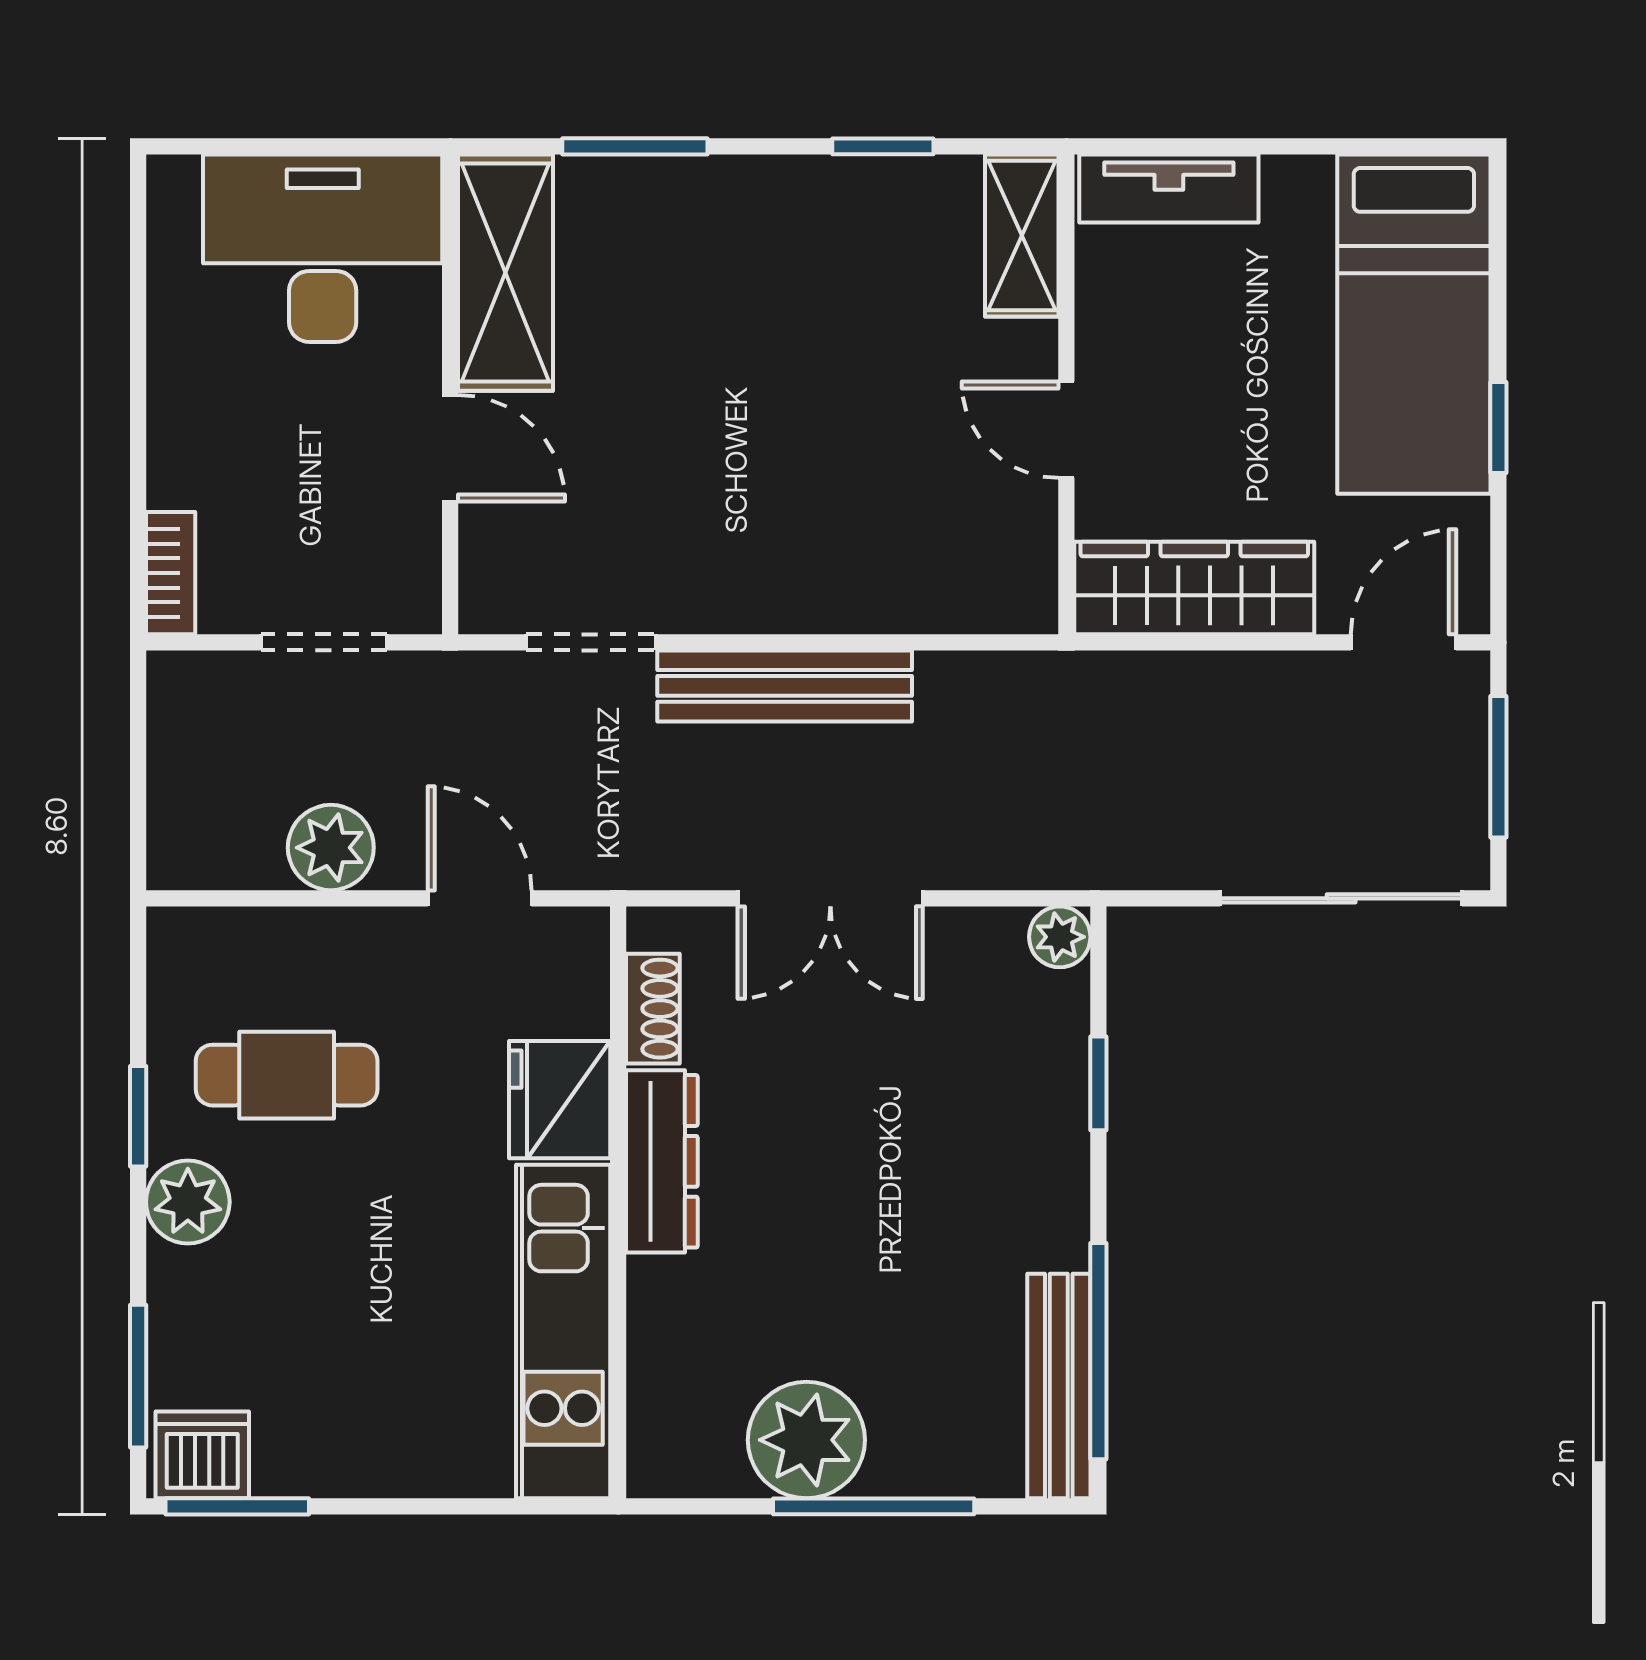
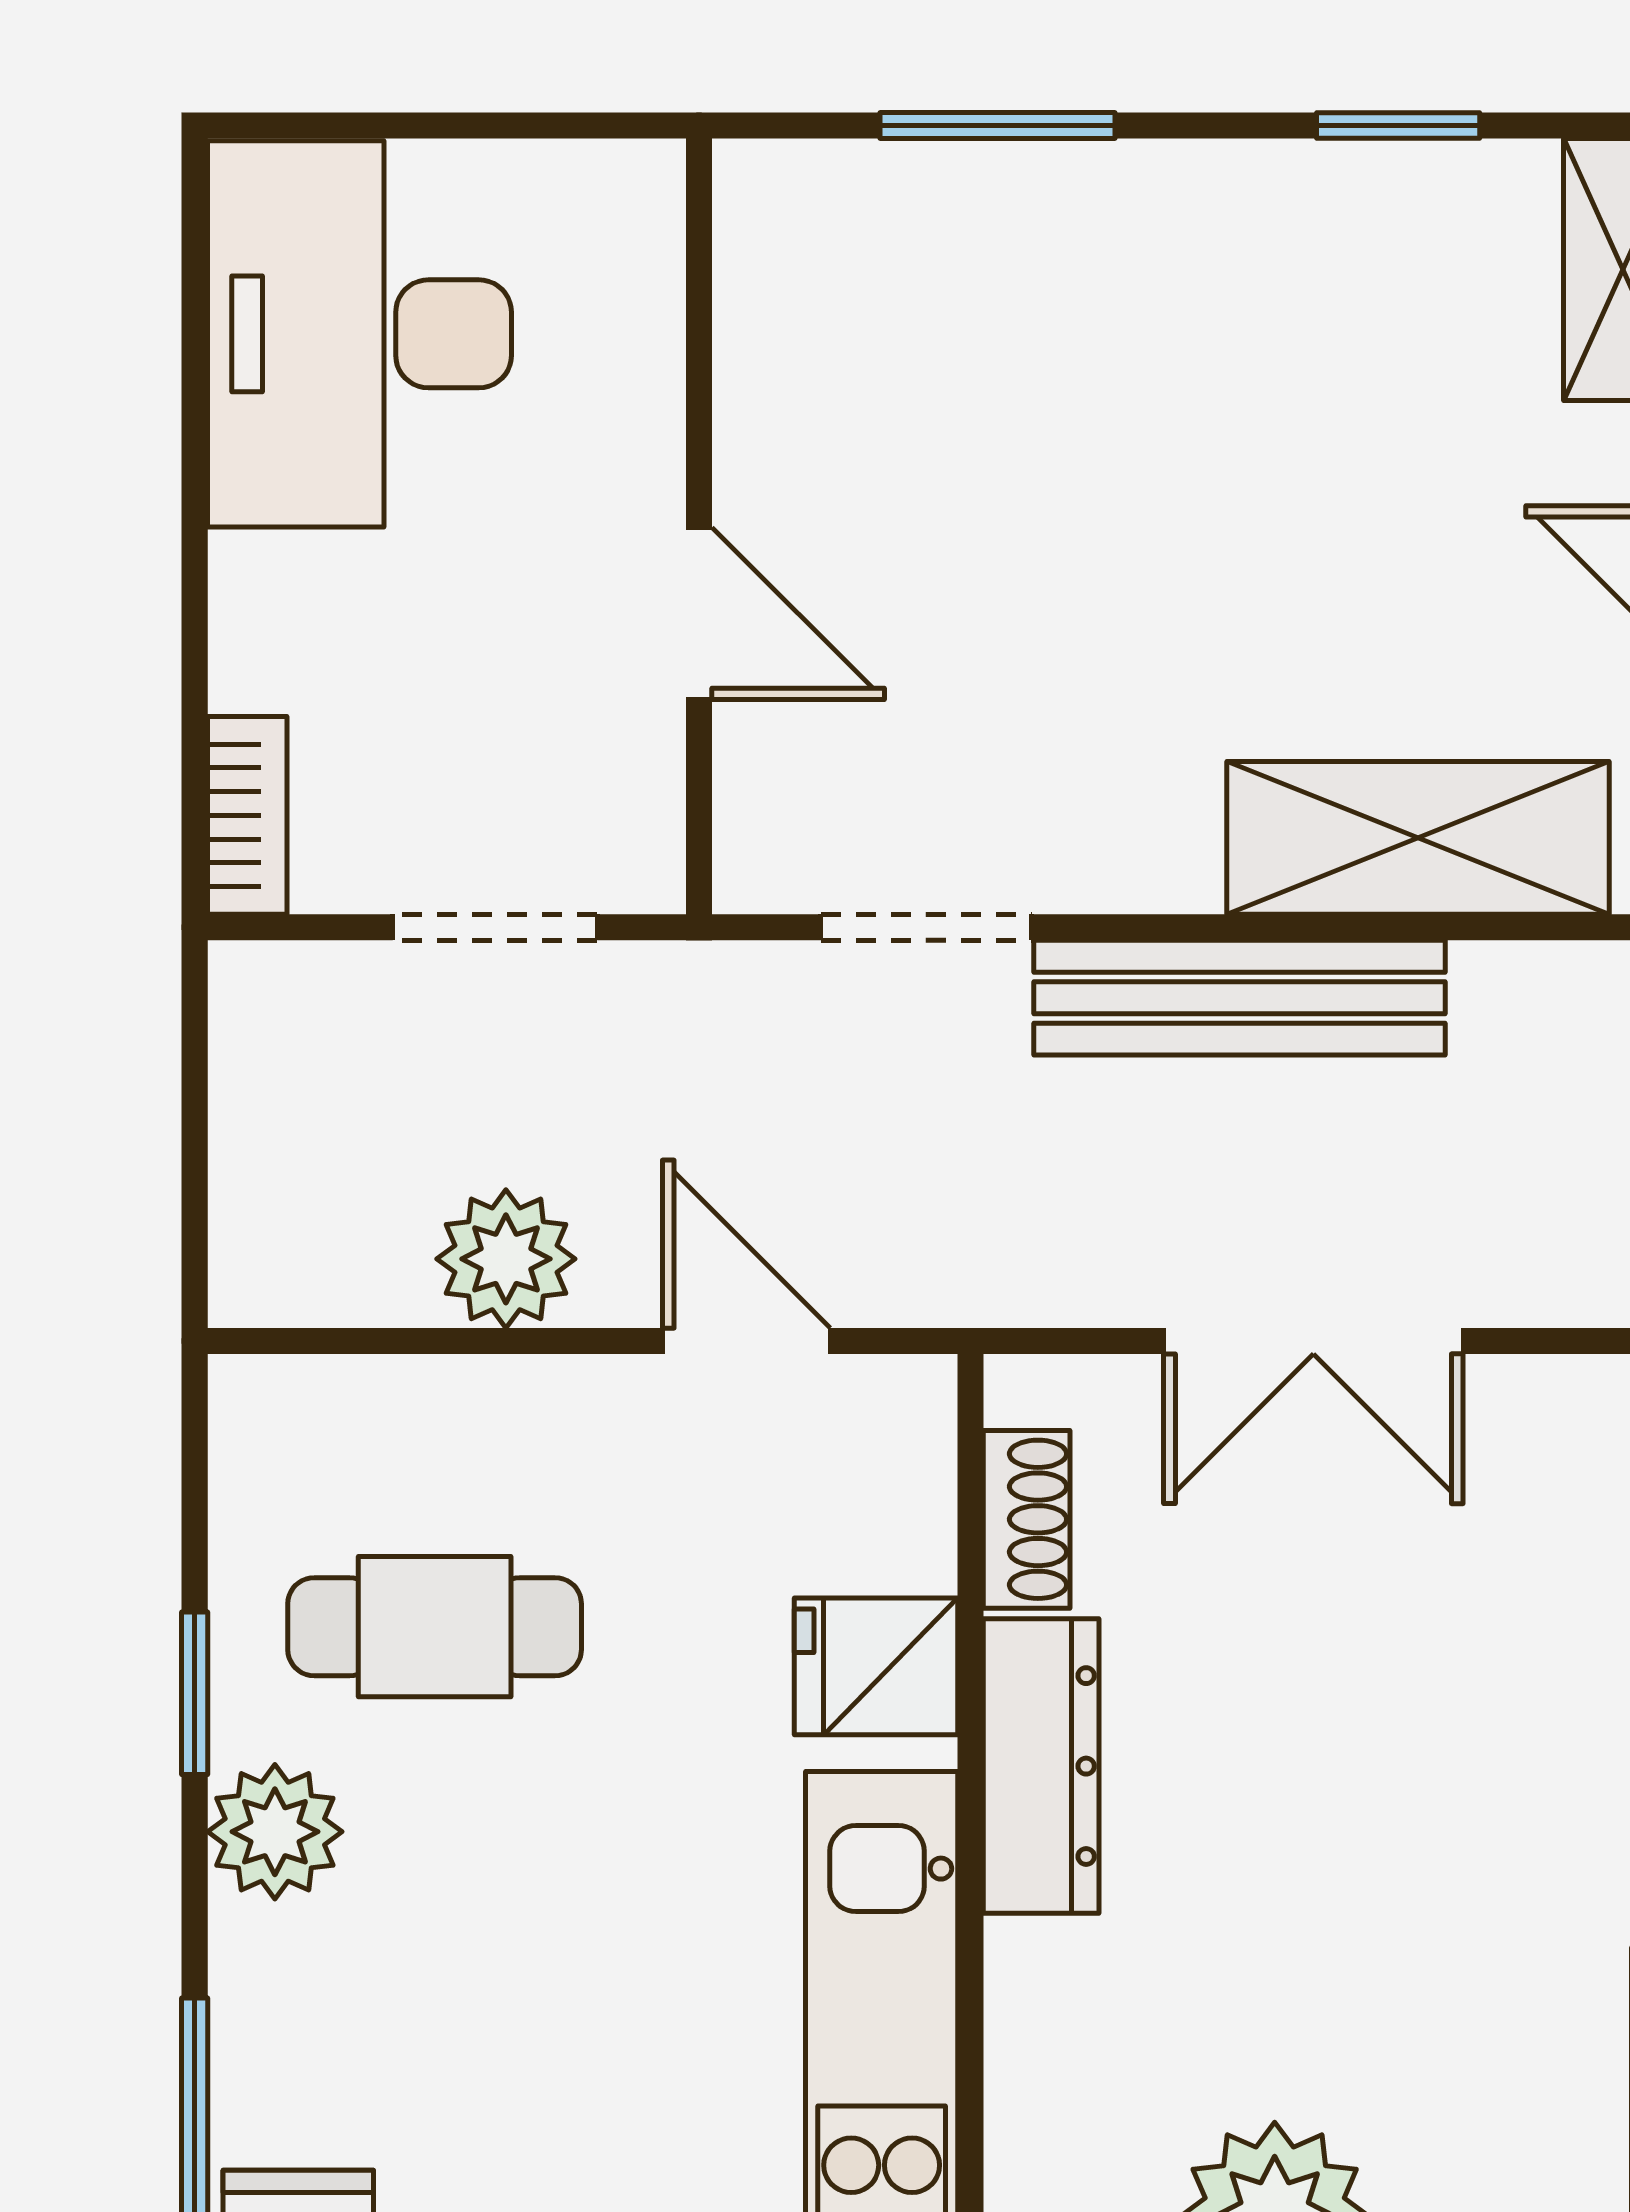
desk: (323, 248) -> (359, 334), moved, turned -90
shelving: (506, 273) -> (1418, 838), moved, turned 90
fridge: (560, 1100) -> (876, 1666), width x0.72

